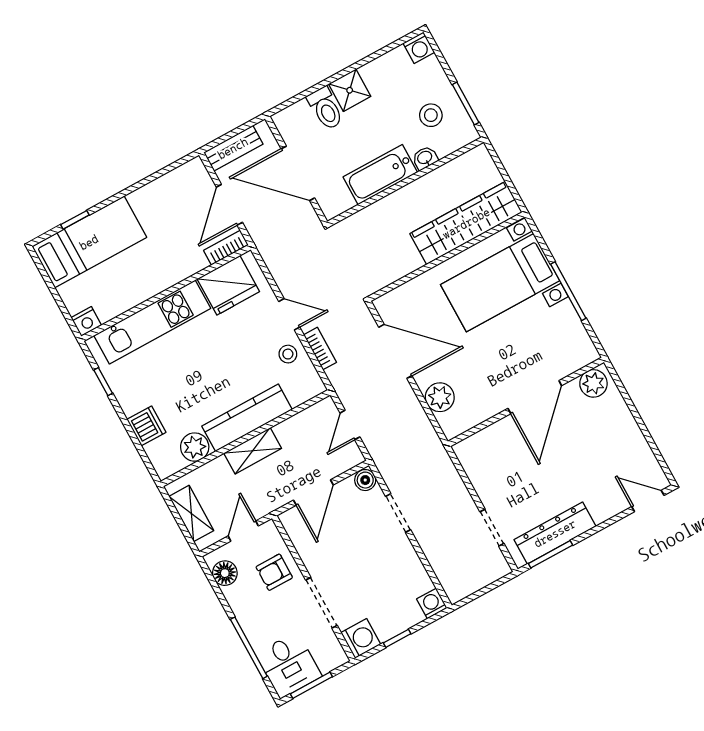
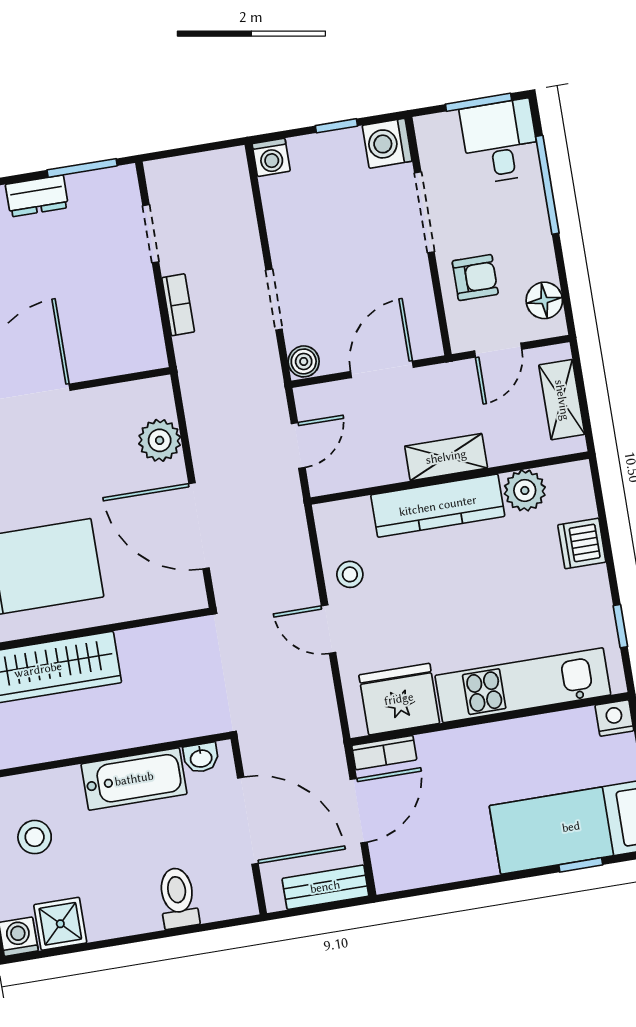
shower: (350, 90) -> (60, 924), moved
washbasin: (425, 158) -> (201, 758), moved
bookcase: (320, 349) -> (178, 305), moved, turned 180
dresser: (555, 533) -> (37, 196), width x0.51, depth x0.80

